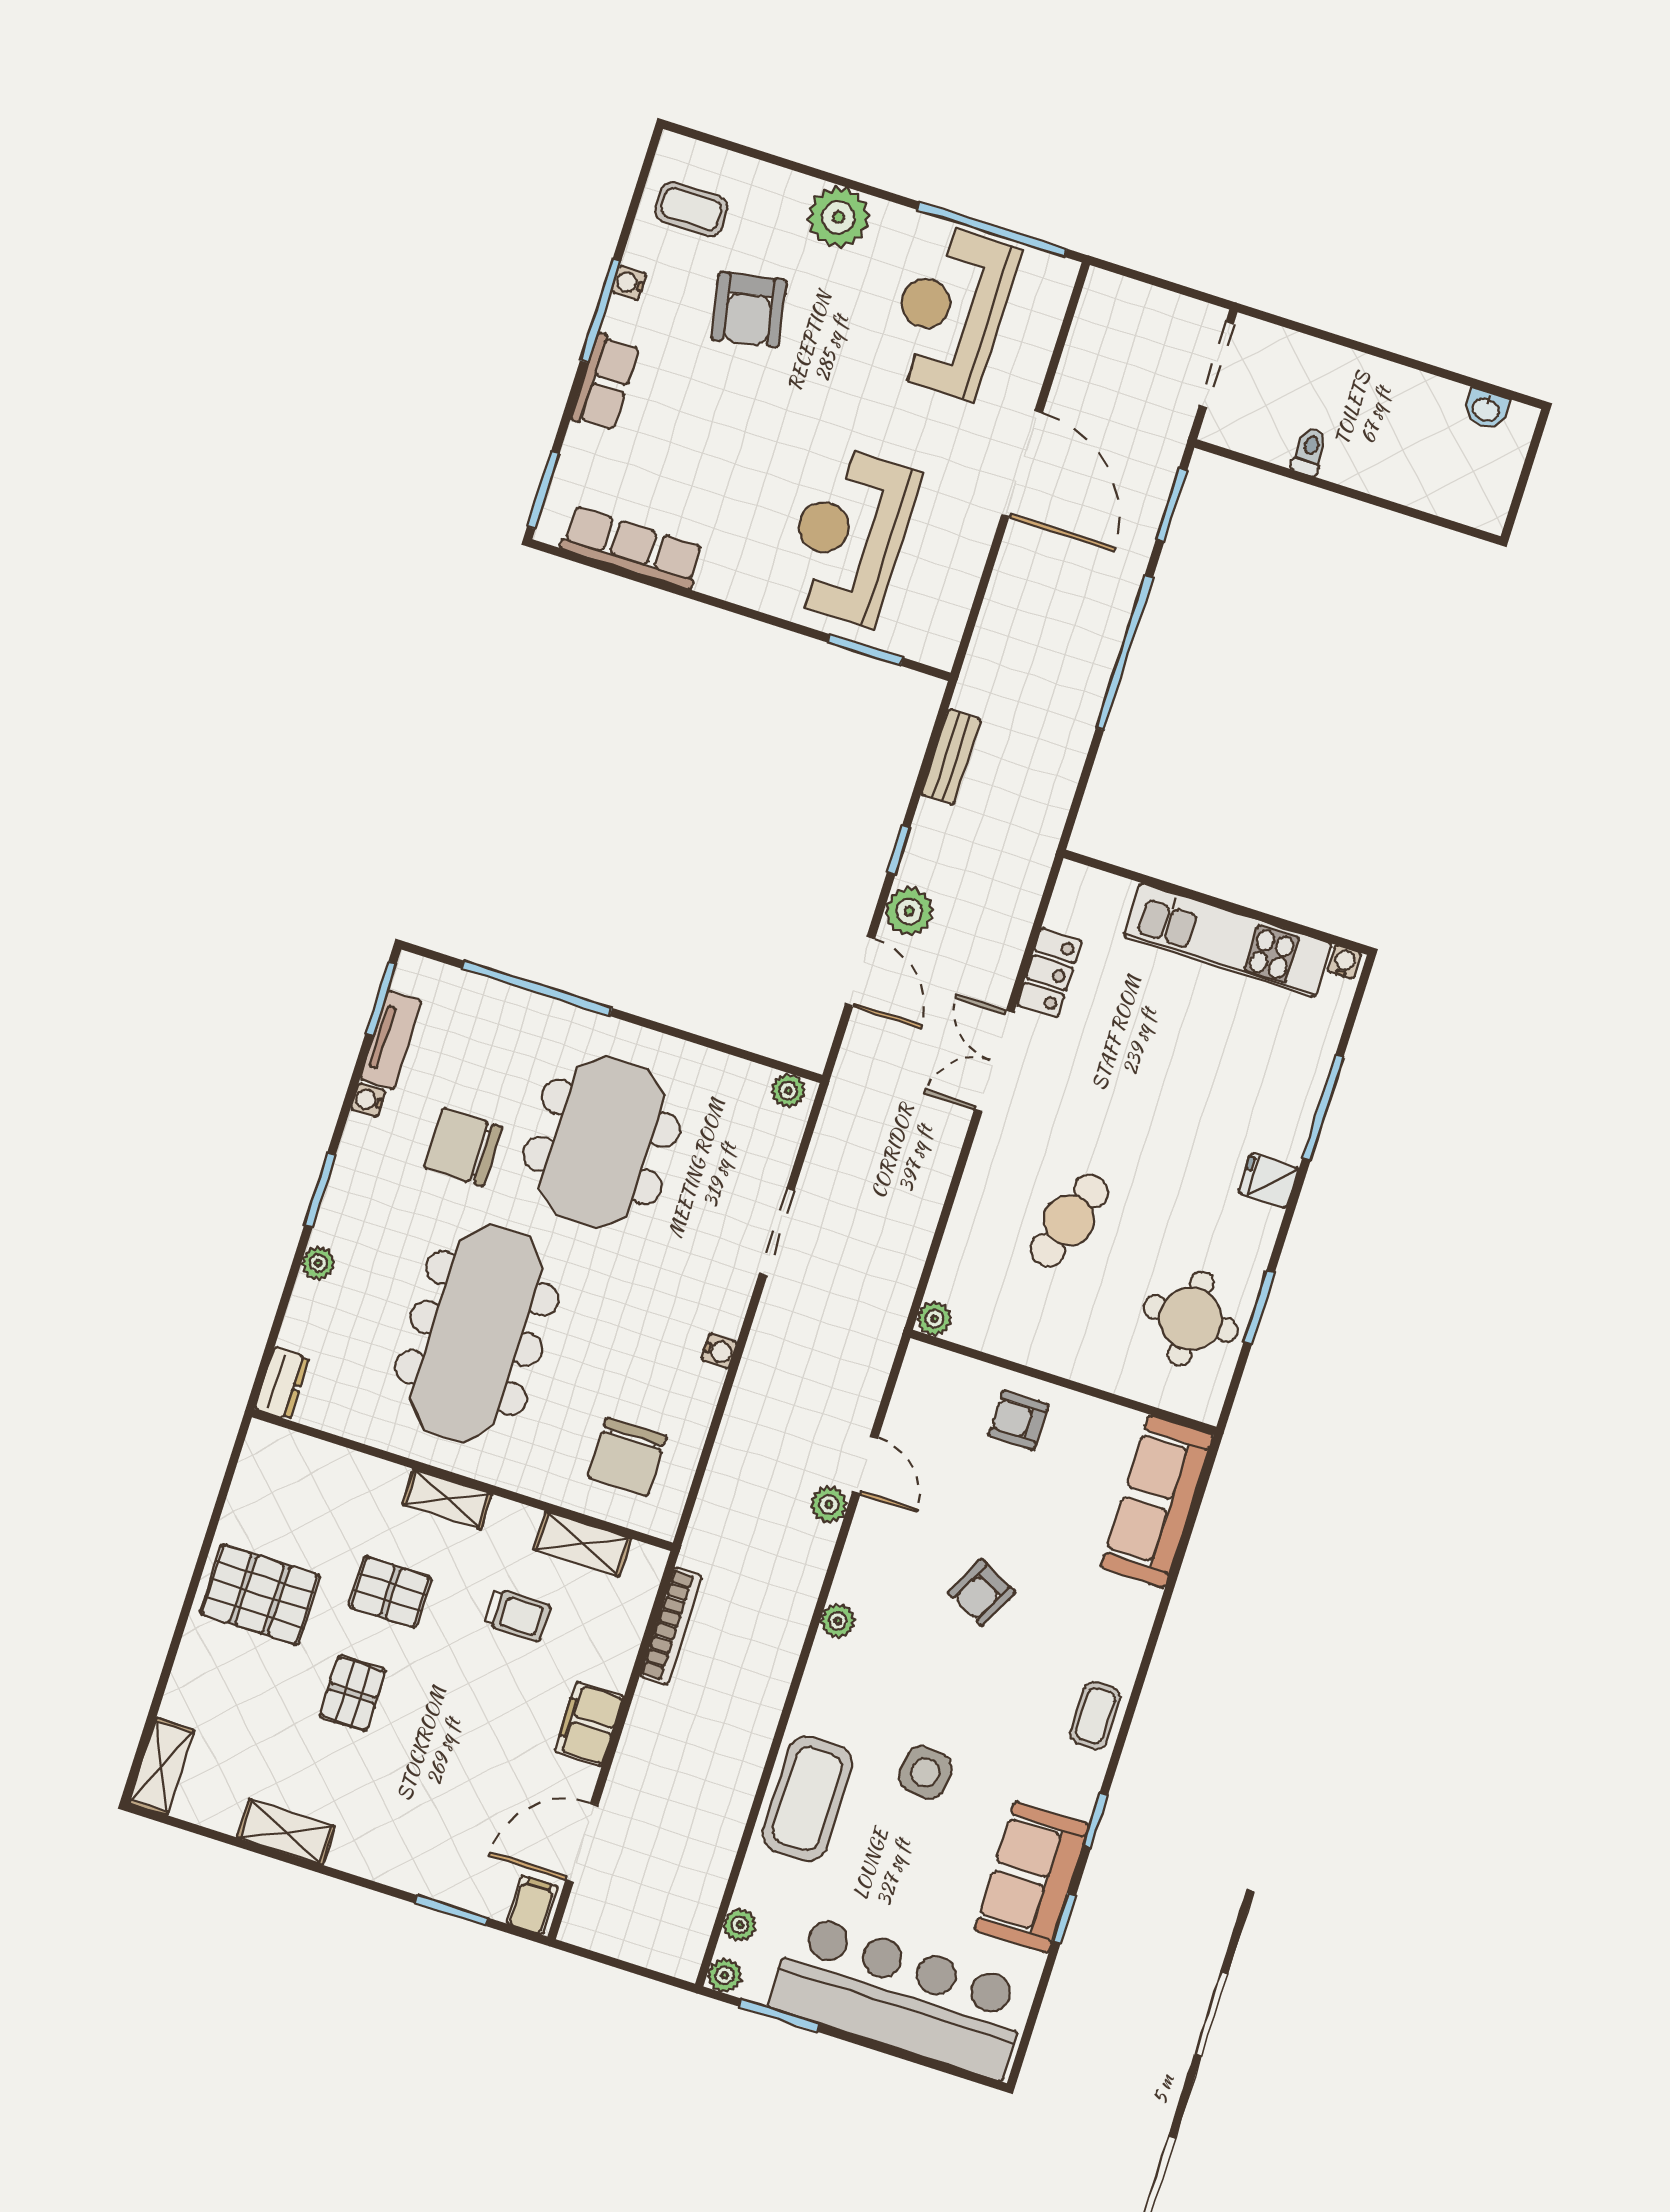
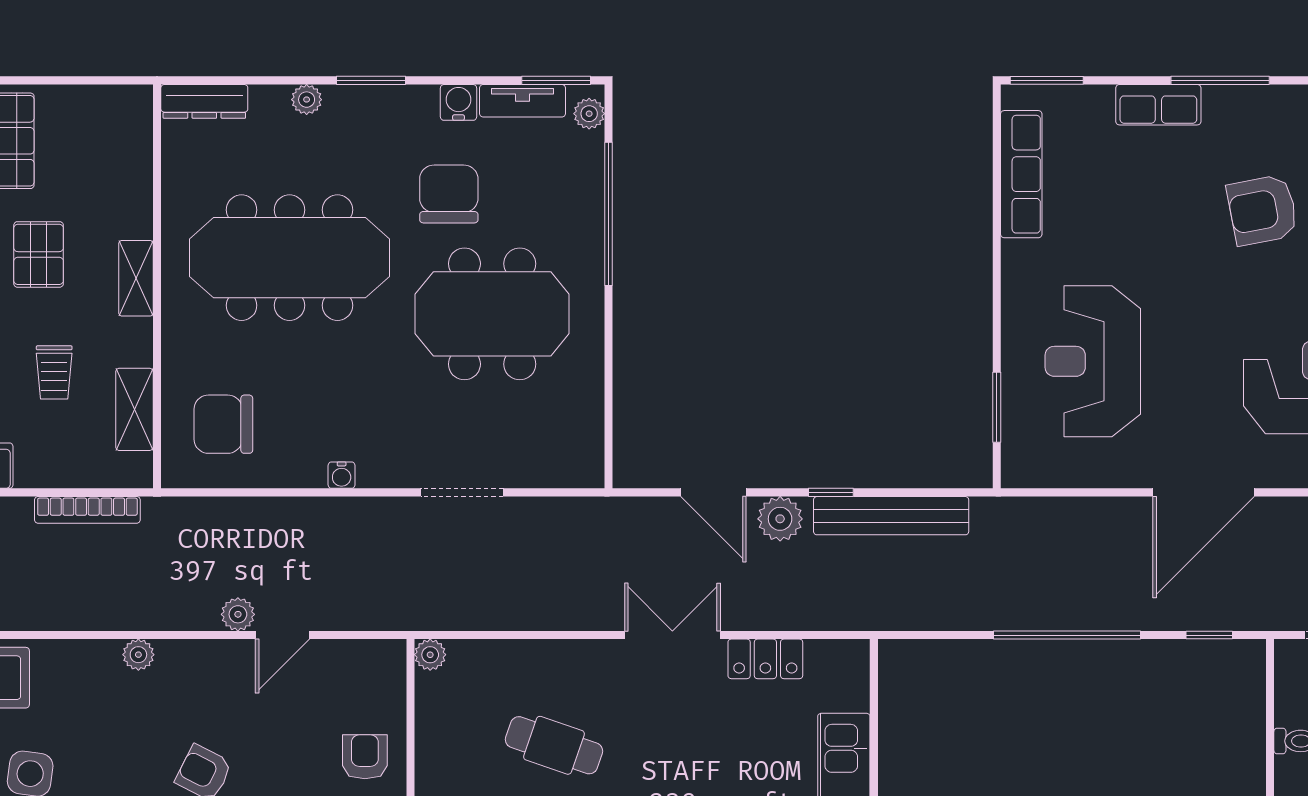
water cooler: (629, 283) -> (1252, 98), removed
window: (1172, 505) -> (1209, 635), width x0.67
reception desk: (849, 535) -> (1093, 361), turned -90
bench: (951, 757) -> (891, 516), width x1.86, depth x1.21
door: (860, 972) -> (713, 492), hinge flipped
plant: (788, 1091) -> (589, 114), moved
water cooler: (368, 1100) -> (459, 102), width x1.38, depth x1.38
dresser: (282, 1383) -> (204, 101), width x1.44

